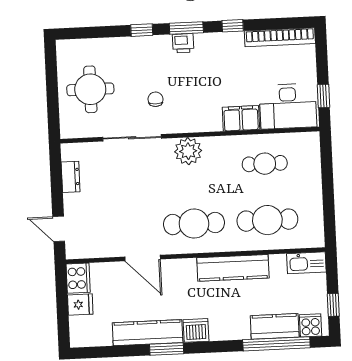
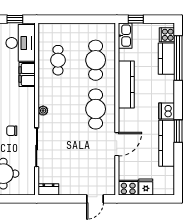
plant: (188, 151) -> (43, 111), width x0.53, depth x0.53
dresser: (71, 177) -> (48, 189), moved
window: (333, 305) -> (136, 19), moved

